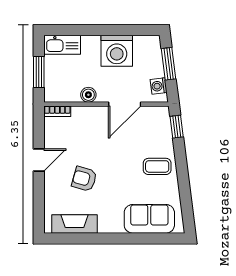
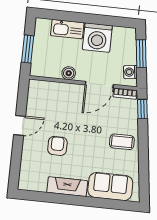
kitchen sink: (62, 45) -> (67, 29), moved
bookcase: (57, 111) -> (125, 94), moved
armchair: (84, 179) -> (57, 146), turned 74
fireplace: (74, 224) -> (67, 187), moved

